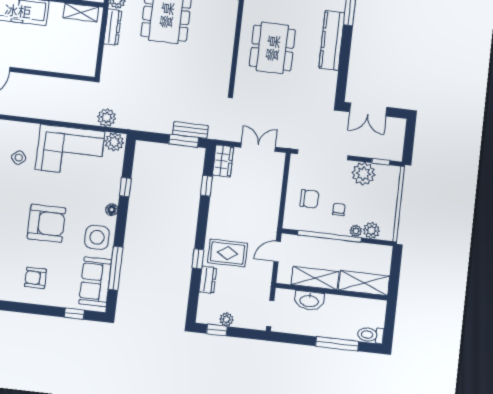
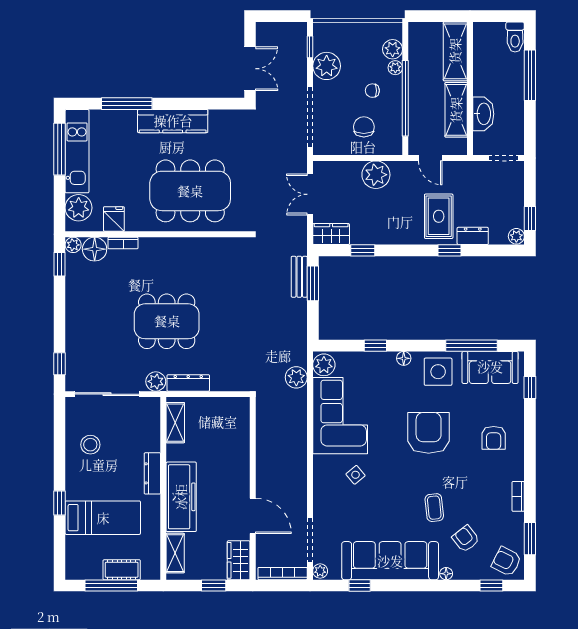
dining table: (272, 48) -> (190, 191), width x1.36, depth x1.24
plant: (268, 204) -> (376, 175), added
plant: (226, 319) -> (516, 236), moved

